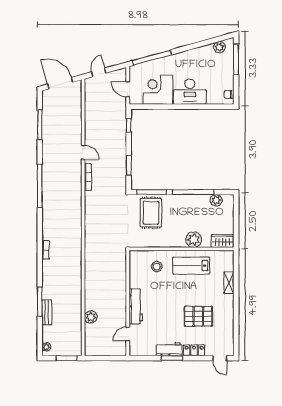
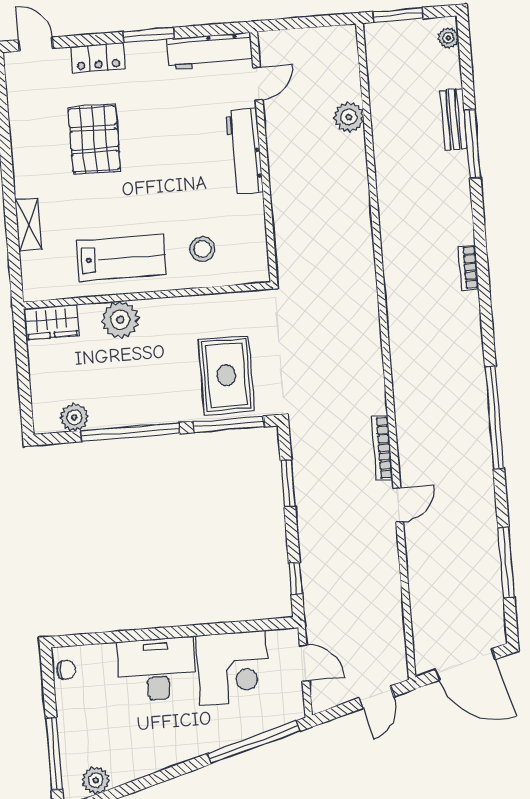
door: (83, 152) -> (398, 505), swing flipped
pallet: (198, 316) -> (94, 139), turned 90
workbench: (169, 349) -> (210, 51), moved, width x1.38

